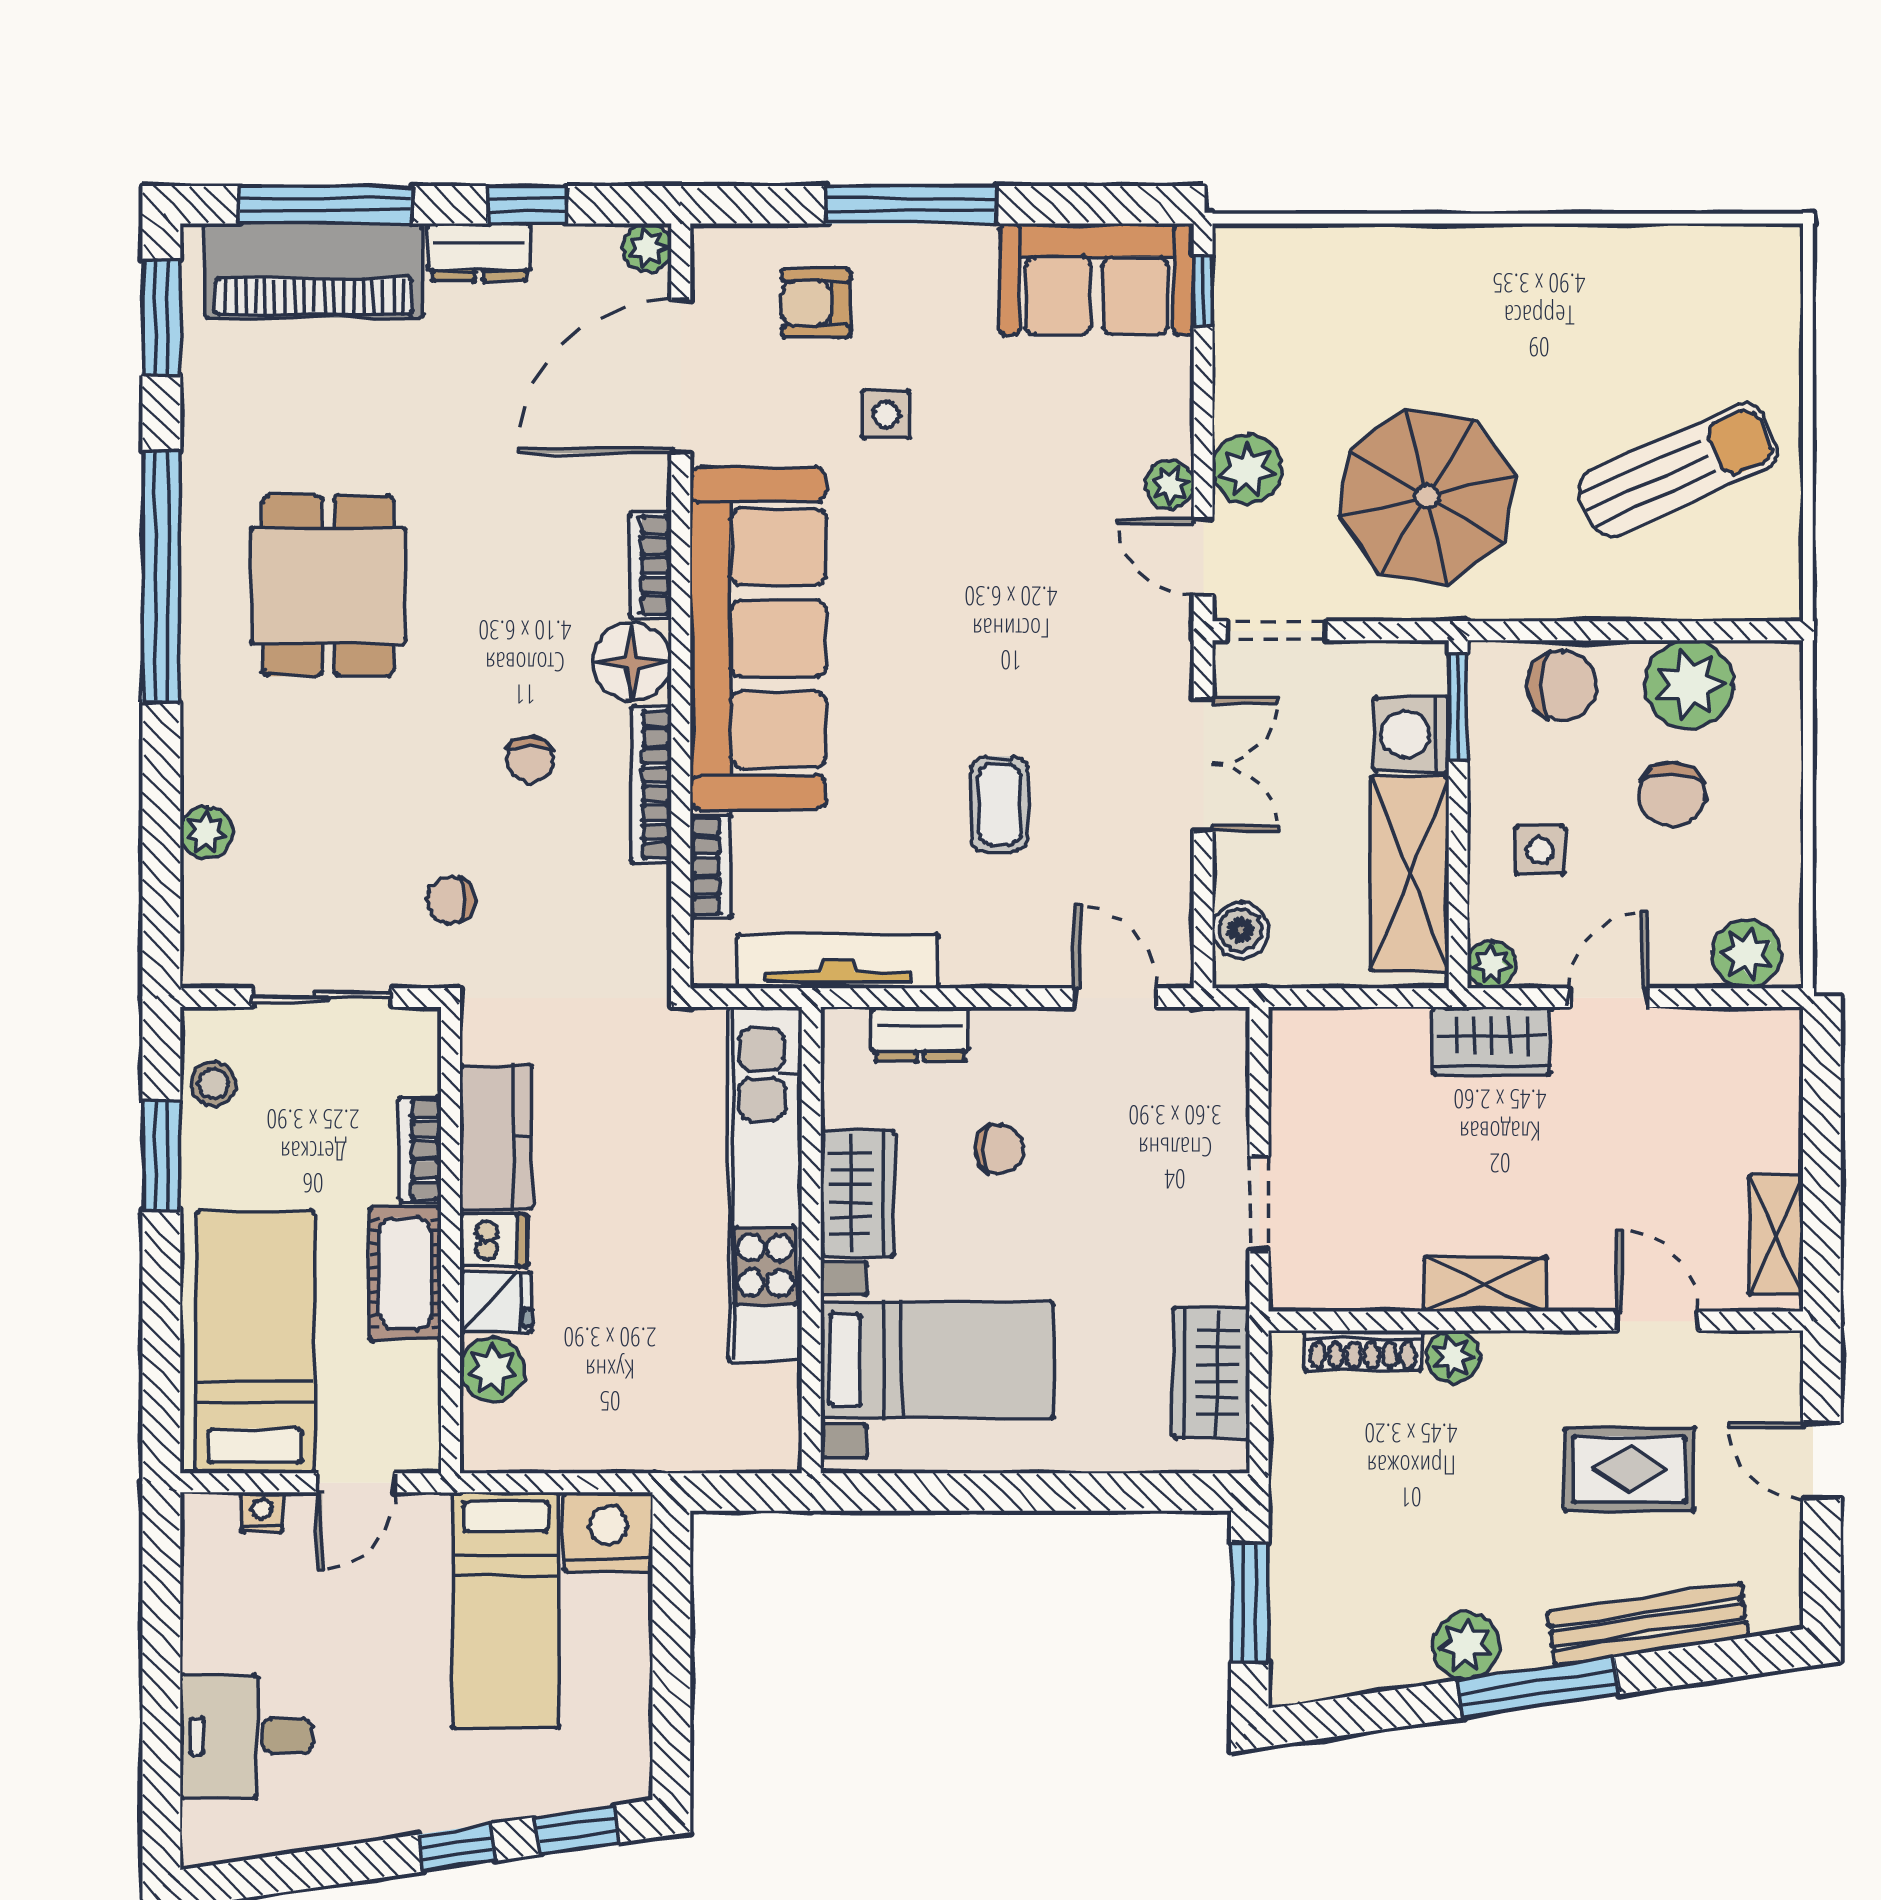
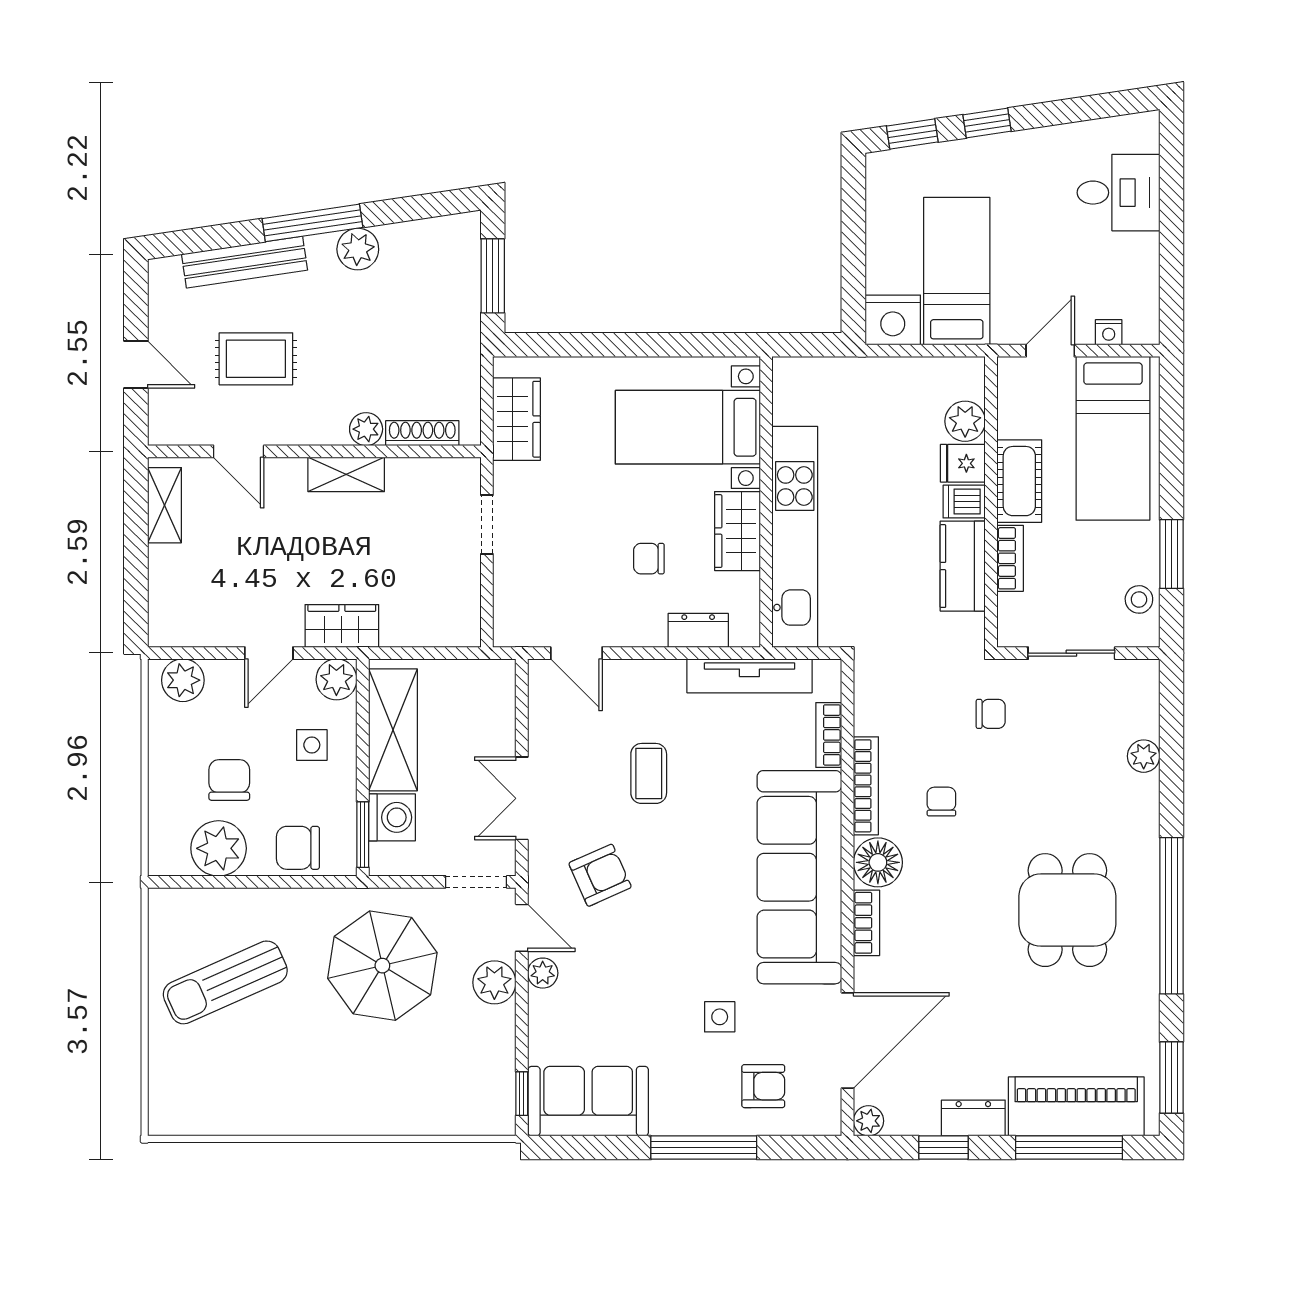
armchair: (1078, 641) -> (600, 875), added
boiler: (1241, 930) -> (498, 695), removed
plant: (1491, 964) -> (336, 679), width x1.38, depth x1.38

